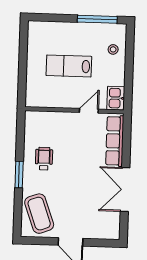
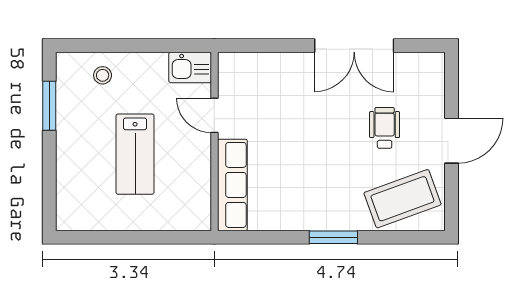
window: (97, 19) -> (49, 106), width x0.69
row of seats: (115, 141) -> (232, 185), moved, turned -90
wheelchair: (44, 159) -> (385, 128), moved, turned 90

